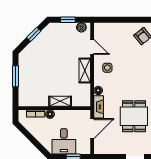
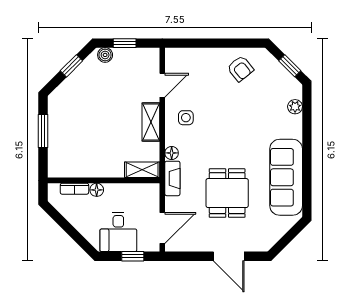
boiler: (81, 27) -> (105, 55), moved
door: (92, 47) -> (162, 85), hinge flipped
shelving: (60, 101) -> (142, 170), moved
door: (92, 129) -> (162, 228), moved

